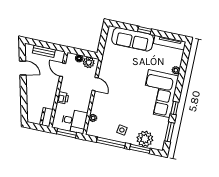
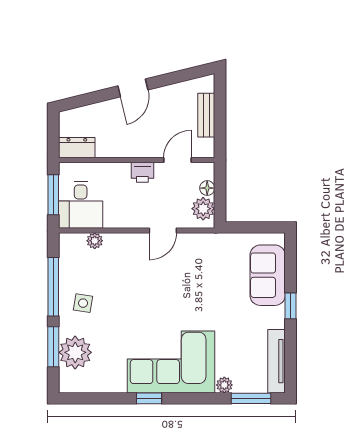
sofa: (133, 39) -> (268, 275), width x0.73
door: (23, 68) -> (133, 88), moved
printer: (63, 98) -> (142, 172), moved
window: (169, 132) -> (251, 398), moved

